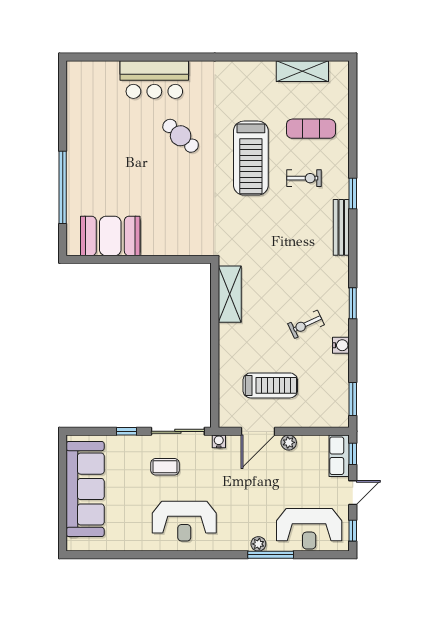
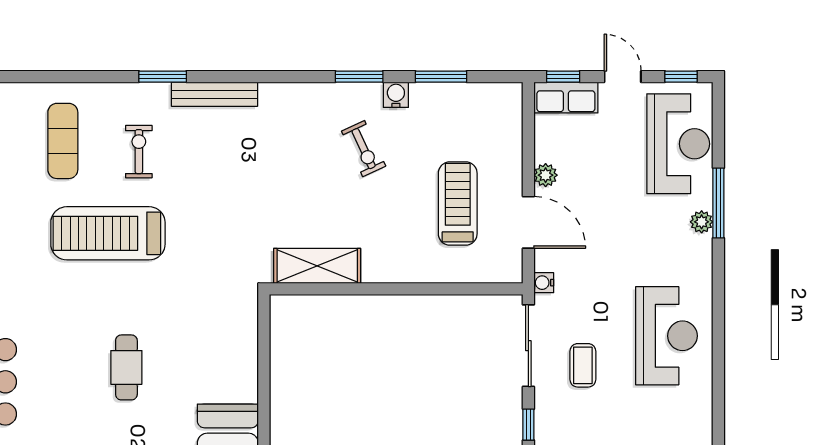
cafe table: (181, 136) -> (126, 367), moved, turned -42
treadmill: (251, 158) -> (108, 233), turned 180
window: (353, 303) -> (359, 77), moved
window: (353, 399) -> (441, 77), moved

